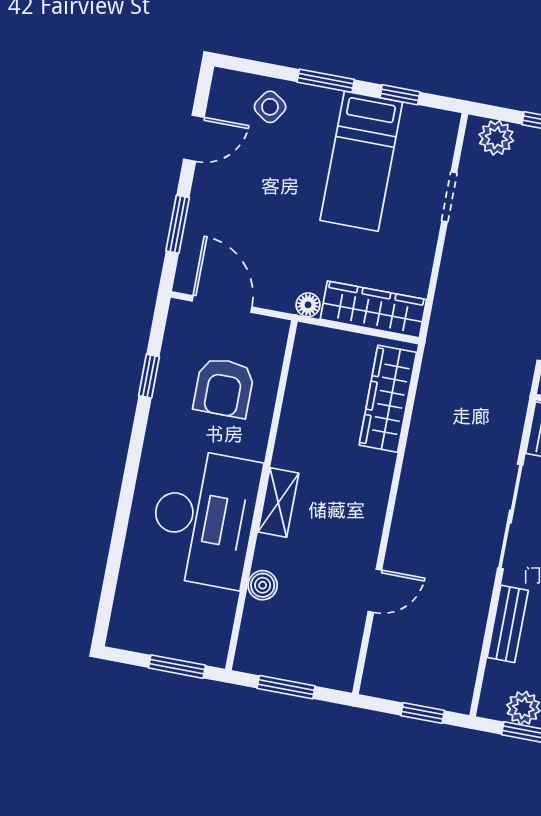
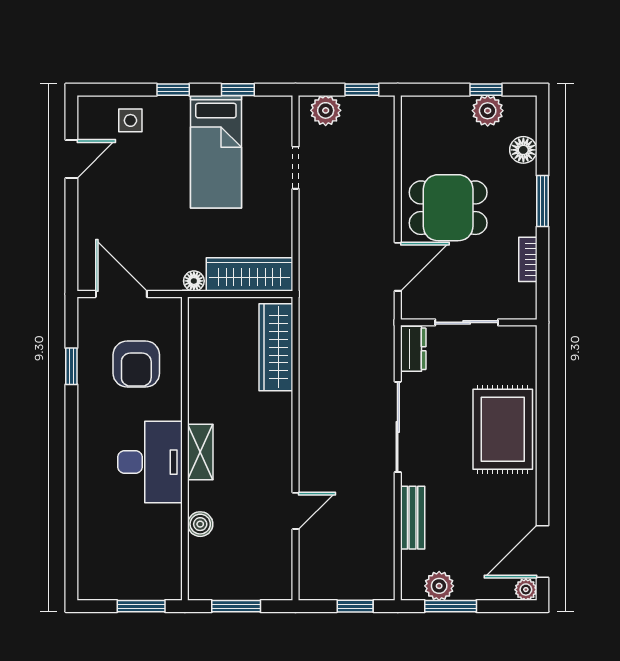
window: (326, 81) -> (173, 90), width x0.67
side table: (270, 107) -> (130, 120), turned -34
window: (178, 224) -> (71, 234), removed
desk: (204, 518) -> (150, 462), width x0.73, depth x0.77

